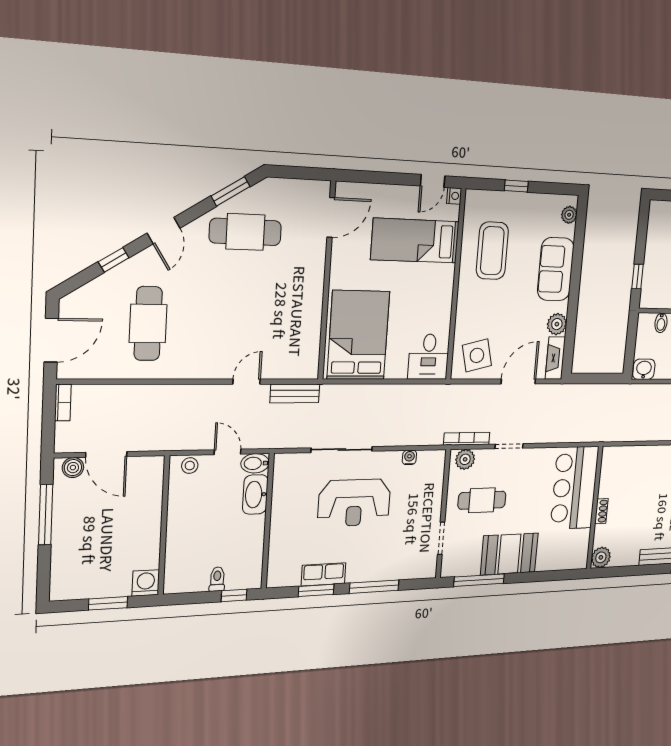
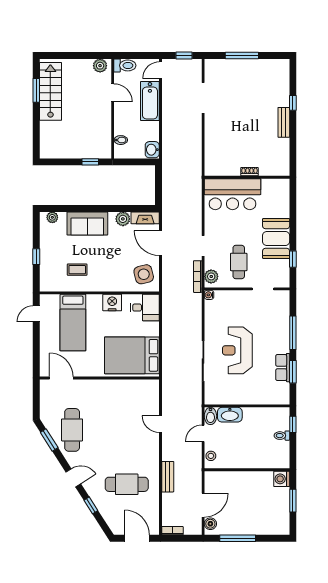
door: (433, 181) -> (36, 314), swing flipped
nightstand: (454, 196) -> (112, 303), moved, width x1.89, depth x1.79
coffee table: (492, 251) -> (77, 270), width x0.54, depth x0.58
bench: (295, 393) -> (168, 477), moved
water cooler: (409, 457) -> (209, 295), moved
reception desk: (354, 503) -> (237, 350), turned 180
plant: (601, 557) -> (282, 168), removed
window: (479, 580) -> (293, 259), width x0.46

